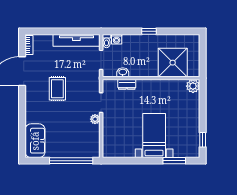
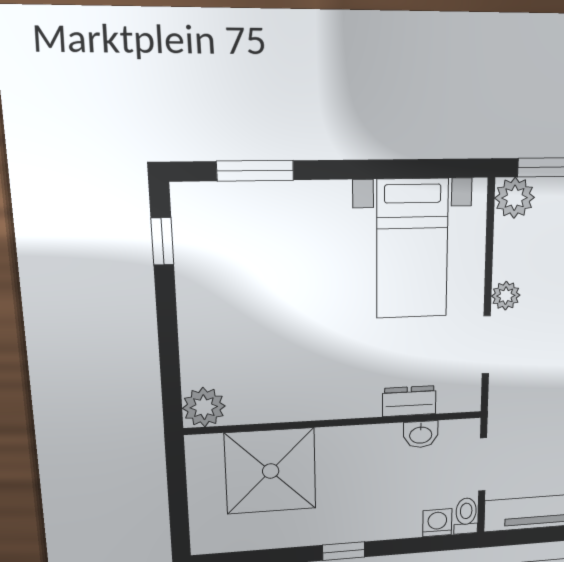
bed with nightstands: (154, 135) -> (412, 249), moved
plant: (93, 151) -> (515, 198), added

